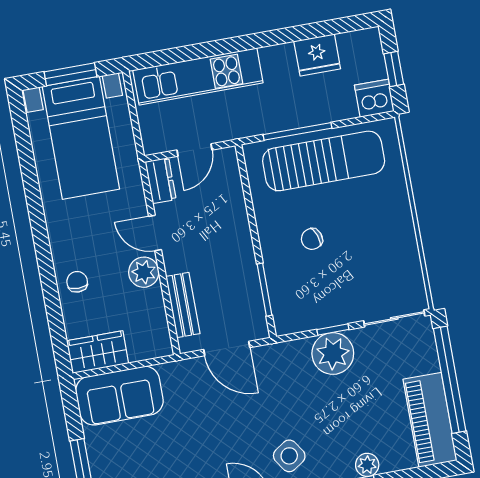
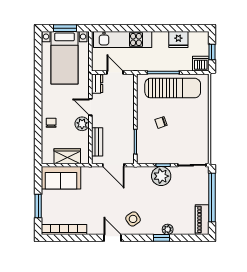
door: (194, 150) -> (115, 73), swing flipped
wardrobe: (98, 352) -> (67, 156), moved
piano: (430, 420) -> (202, 220), width x0.73, depth x0.75

